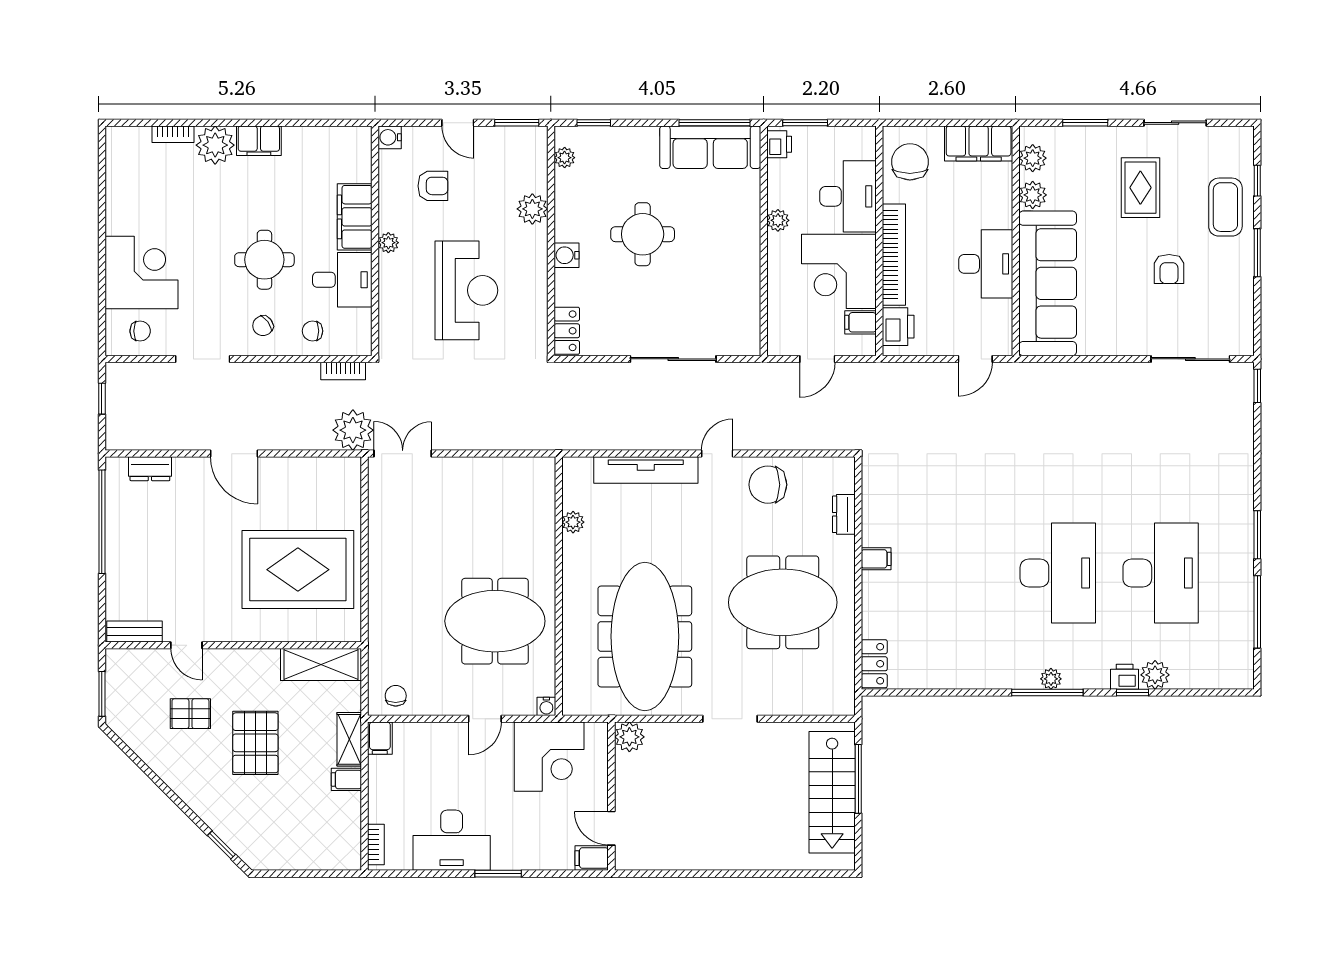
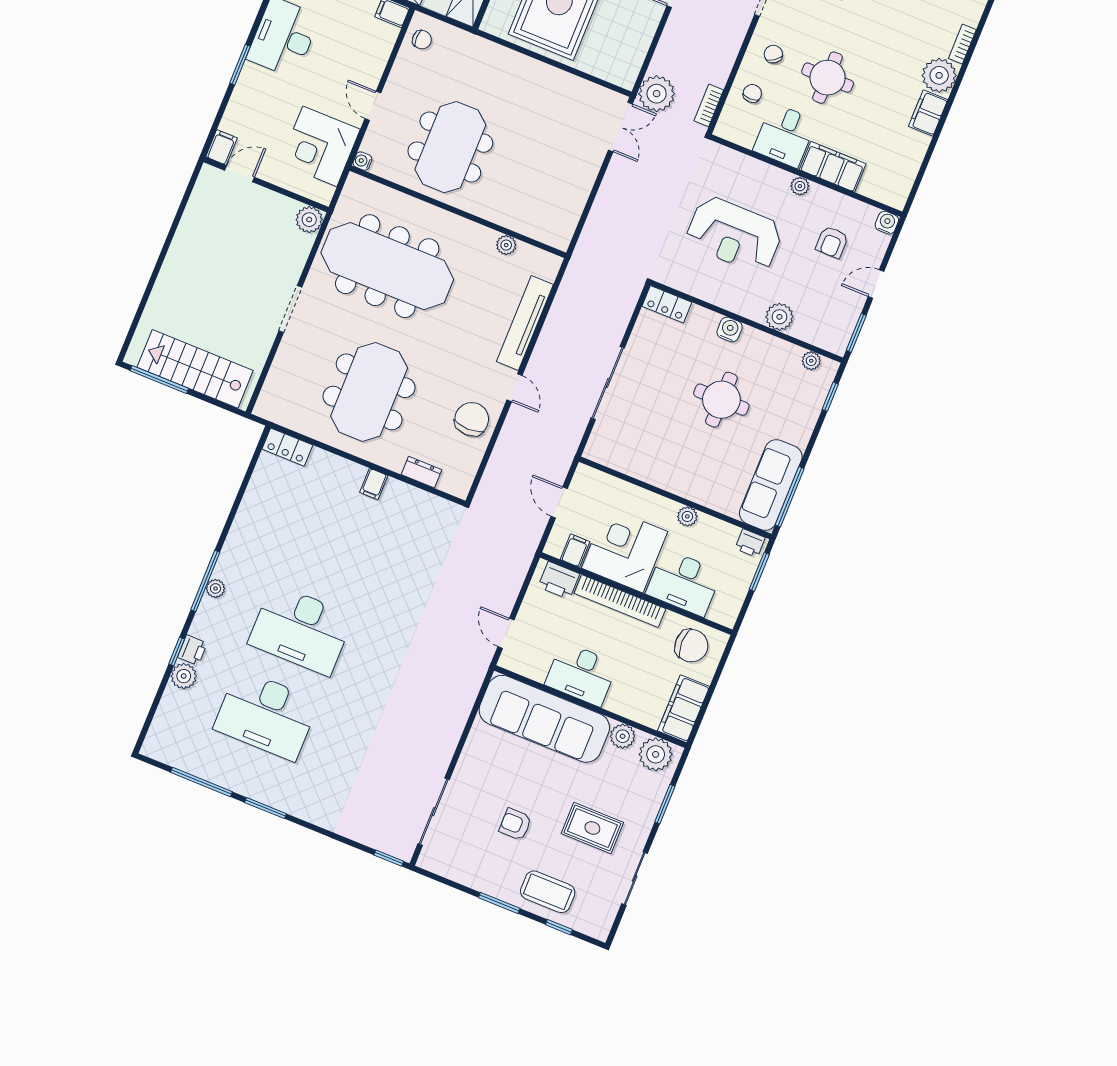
plant: (1033, 158) -> (656, 754), width x1.36, depth x1.36
window: (858, 779) -> (159, 380), moved

